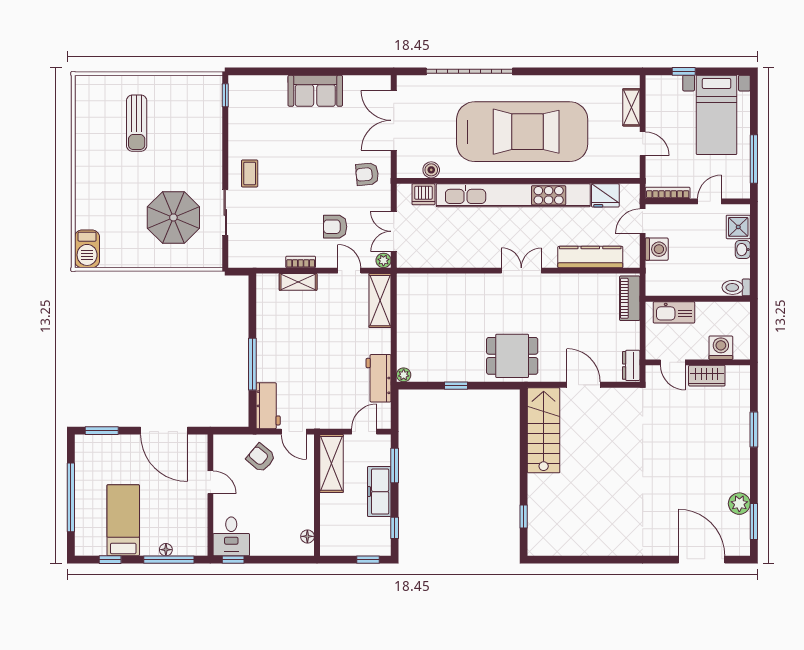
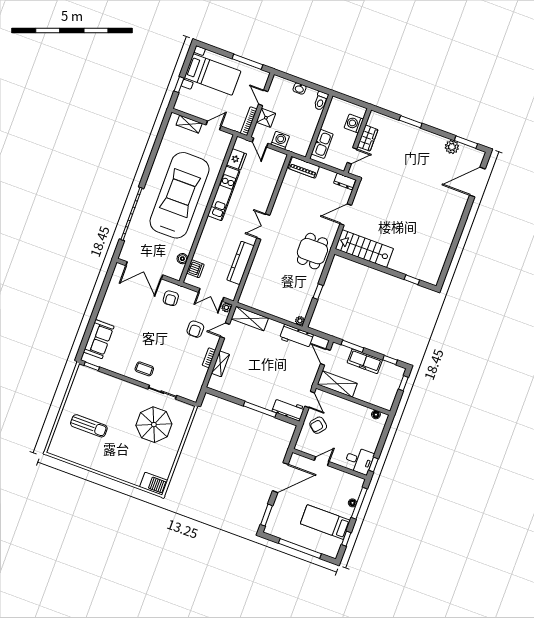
sofa: (315, 91) -> (99, 339), moved
kitchen unit: (513, 195) -> (224, 193), width x0.54
shower: (738, 227) -> (266, 118), moved
kitchen counter: (590, 257) -> (240, 263), moved
door: (294, 432) -> (310, 400), hinge flipped

